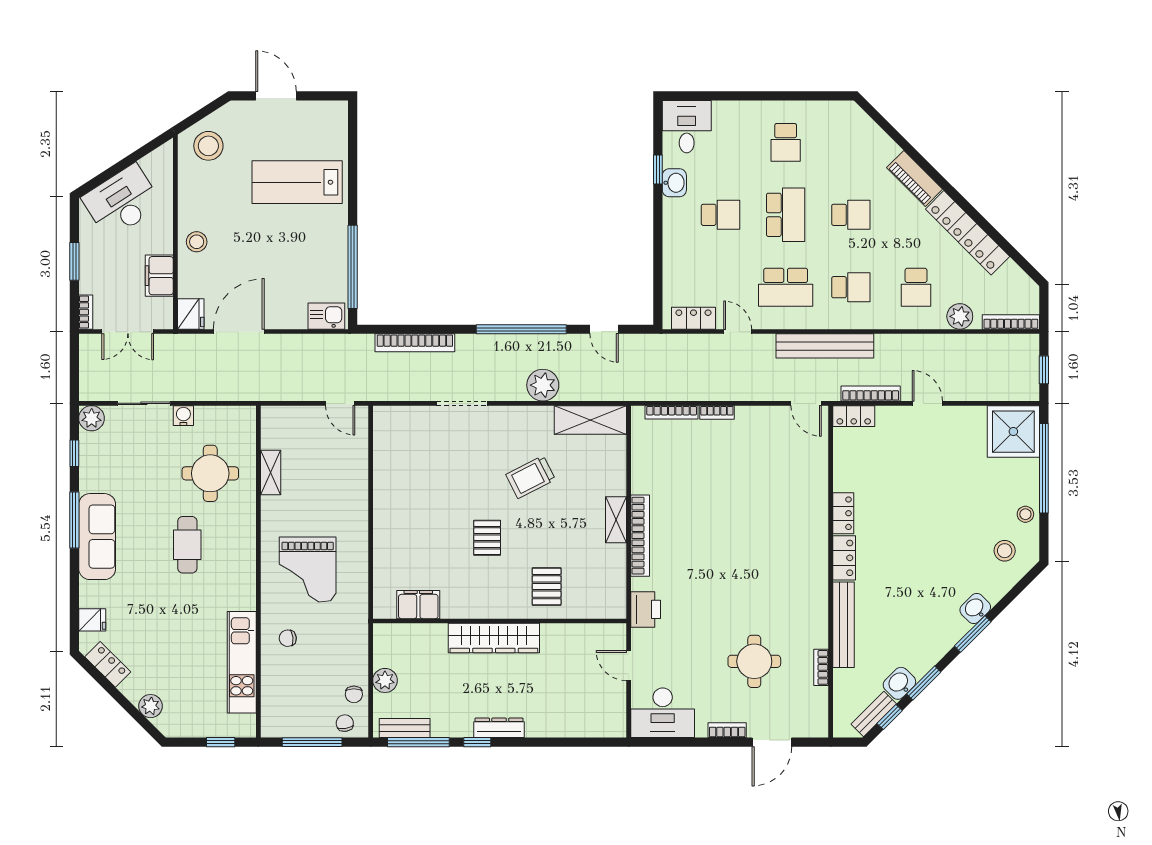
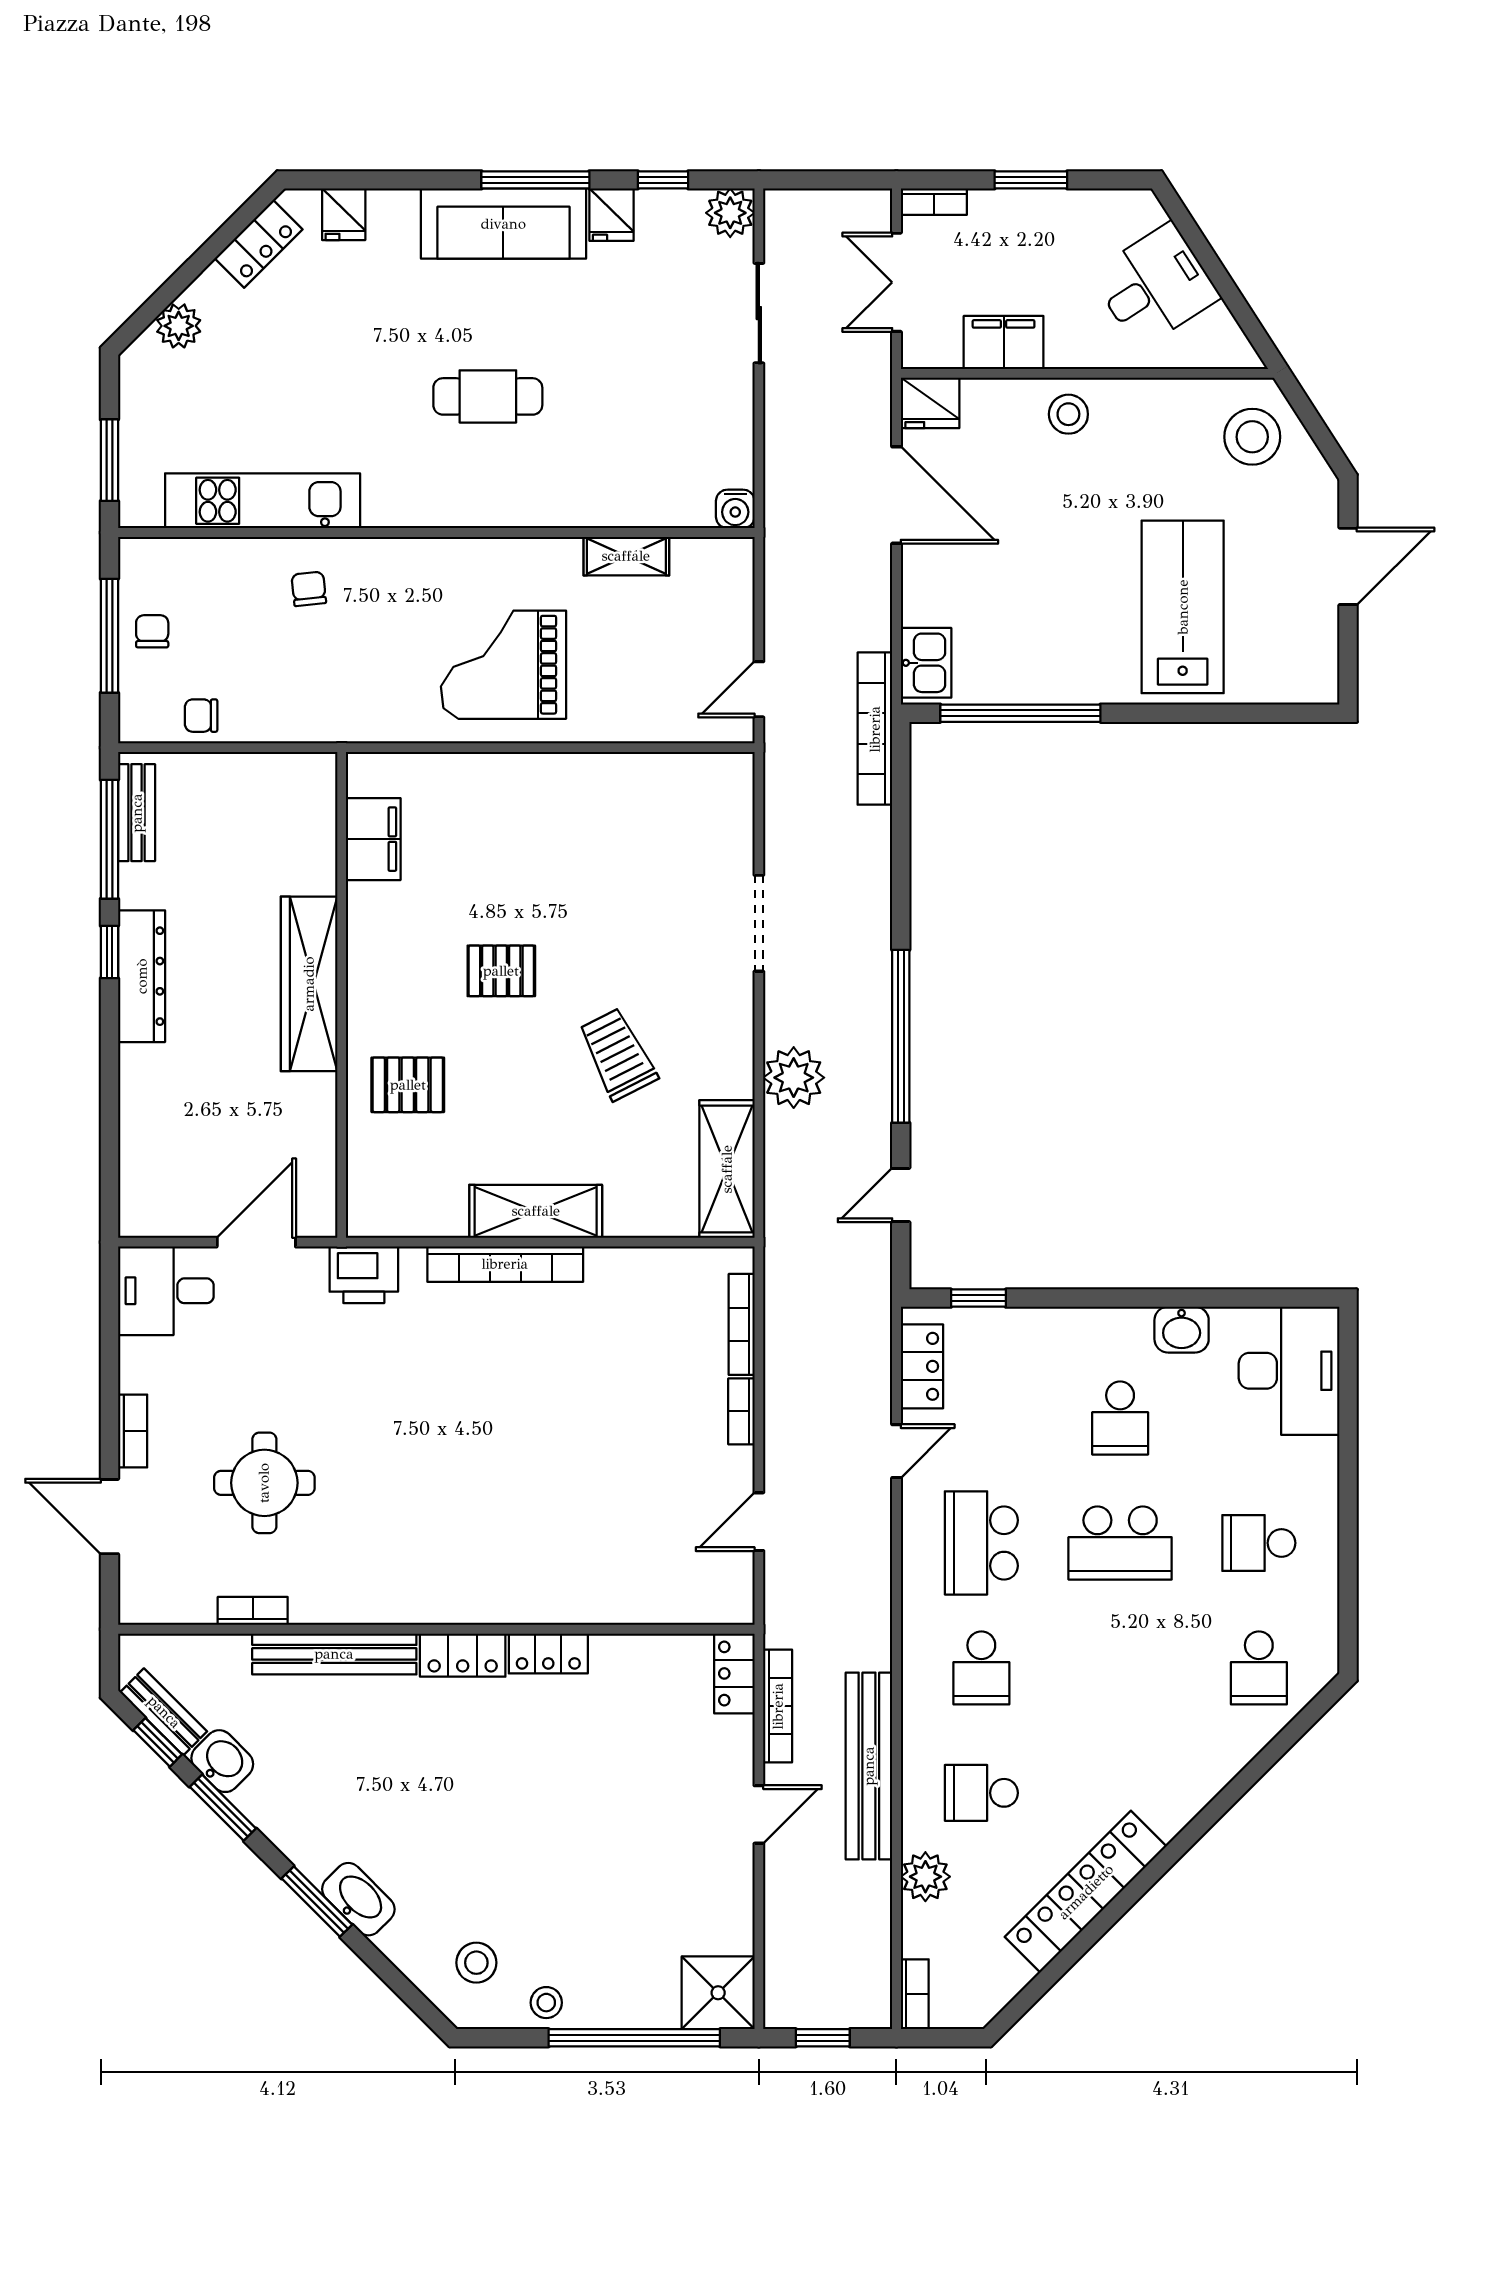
desk: (687, 127) -> (1289, 1371), width x1.37
window: (658, 169) -> (978, 1298), moved
piano: (915, 178) -> (1190, 1790), removed
desk: (122, 201) -> (1155, 286), width x0.73
school desk: (851, 215) -> (1259, 1668), moved
bookcase: (1011, 322) -> (915, 1994), width x0.64
bookcase: (415, 343) -> (875, 729), moved
bench: (825, 346) -> (869, 1766), moved
door: (806, 403) -> (759, 1522), moved
water cooler: (183, 416) -> (735, 509), moved, turned 90
shower: (1013, 432) -> (718, 1993), width x0.73, depth x0.73
round table: (210, 473) -> (625, 440), removed
fridge: (93, 480) -> (611, 215), added
shelving: (616, 520) -> (536, 1211), width x1.50, depth x1.33
grand piano: (308, 570) -> (503, 665), moved
washbasin: (975, 609) -> (358, 1899), width x1.38
door: (629, 666) -> (256, 1242), width x1.38
plant: (385, 680) -> (228, 775), removed
desk: (663, 713) -> (166, 1291), width x0.73
chair: (345, 723) -> (152, 631), moved, turned -82
dresser: (499, 728) -> (142, 976), width x1.37, depth x1.24
window: (221, 742) -> (109, 460), width x1.50

